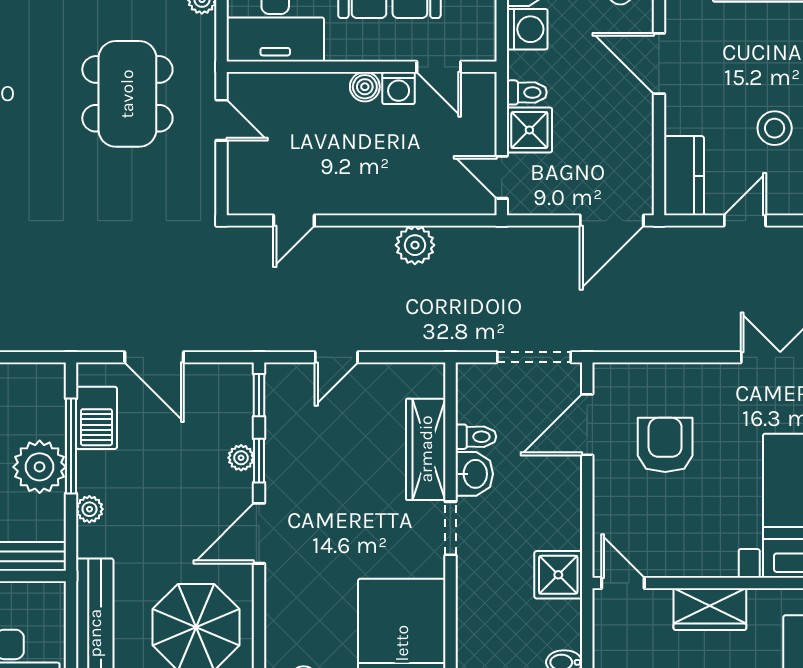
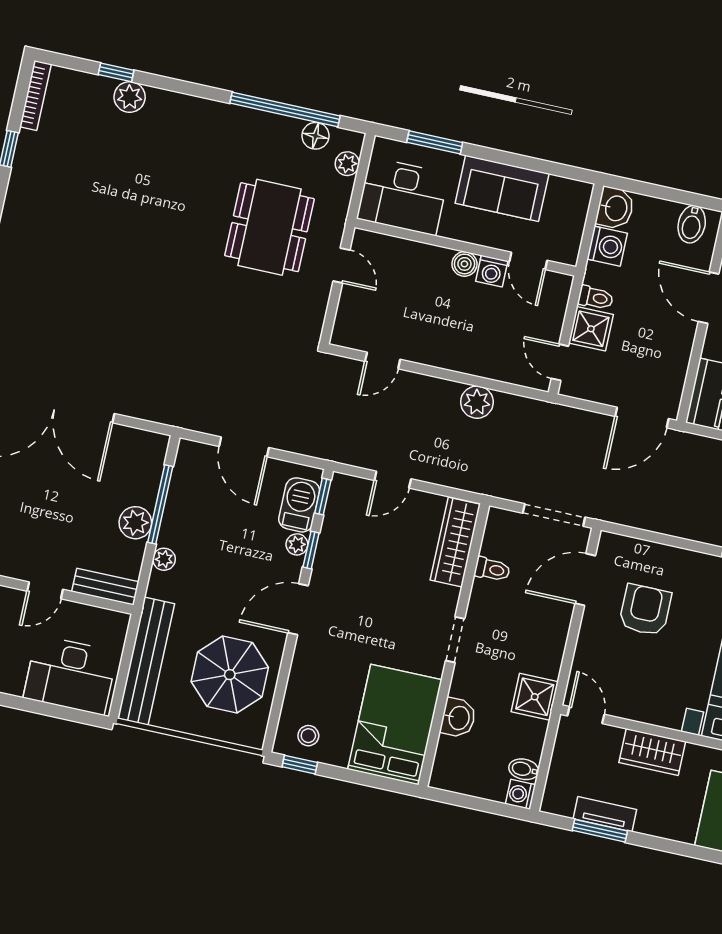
barbecue: (96, 418) -> (299, 505), moved, turned 180
wardrobe: (426, 449) -> (455, 542), moved
plant: (40, 467) -> (135, 523), width x0.73, depth x0.73
washbasin: (474, 474) -> (458, 718), moved

